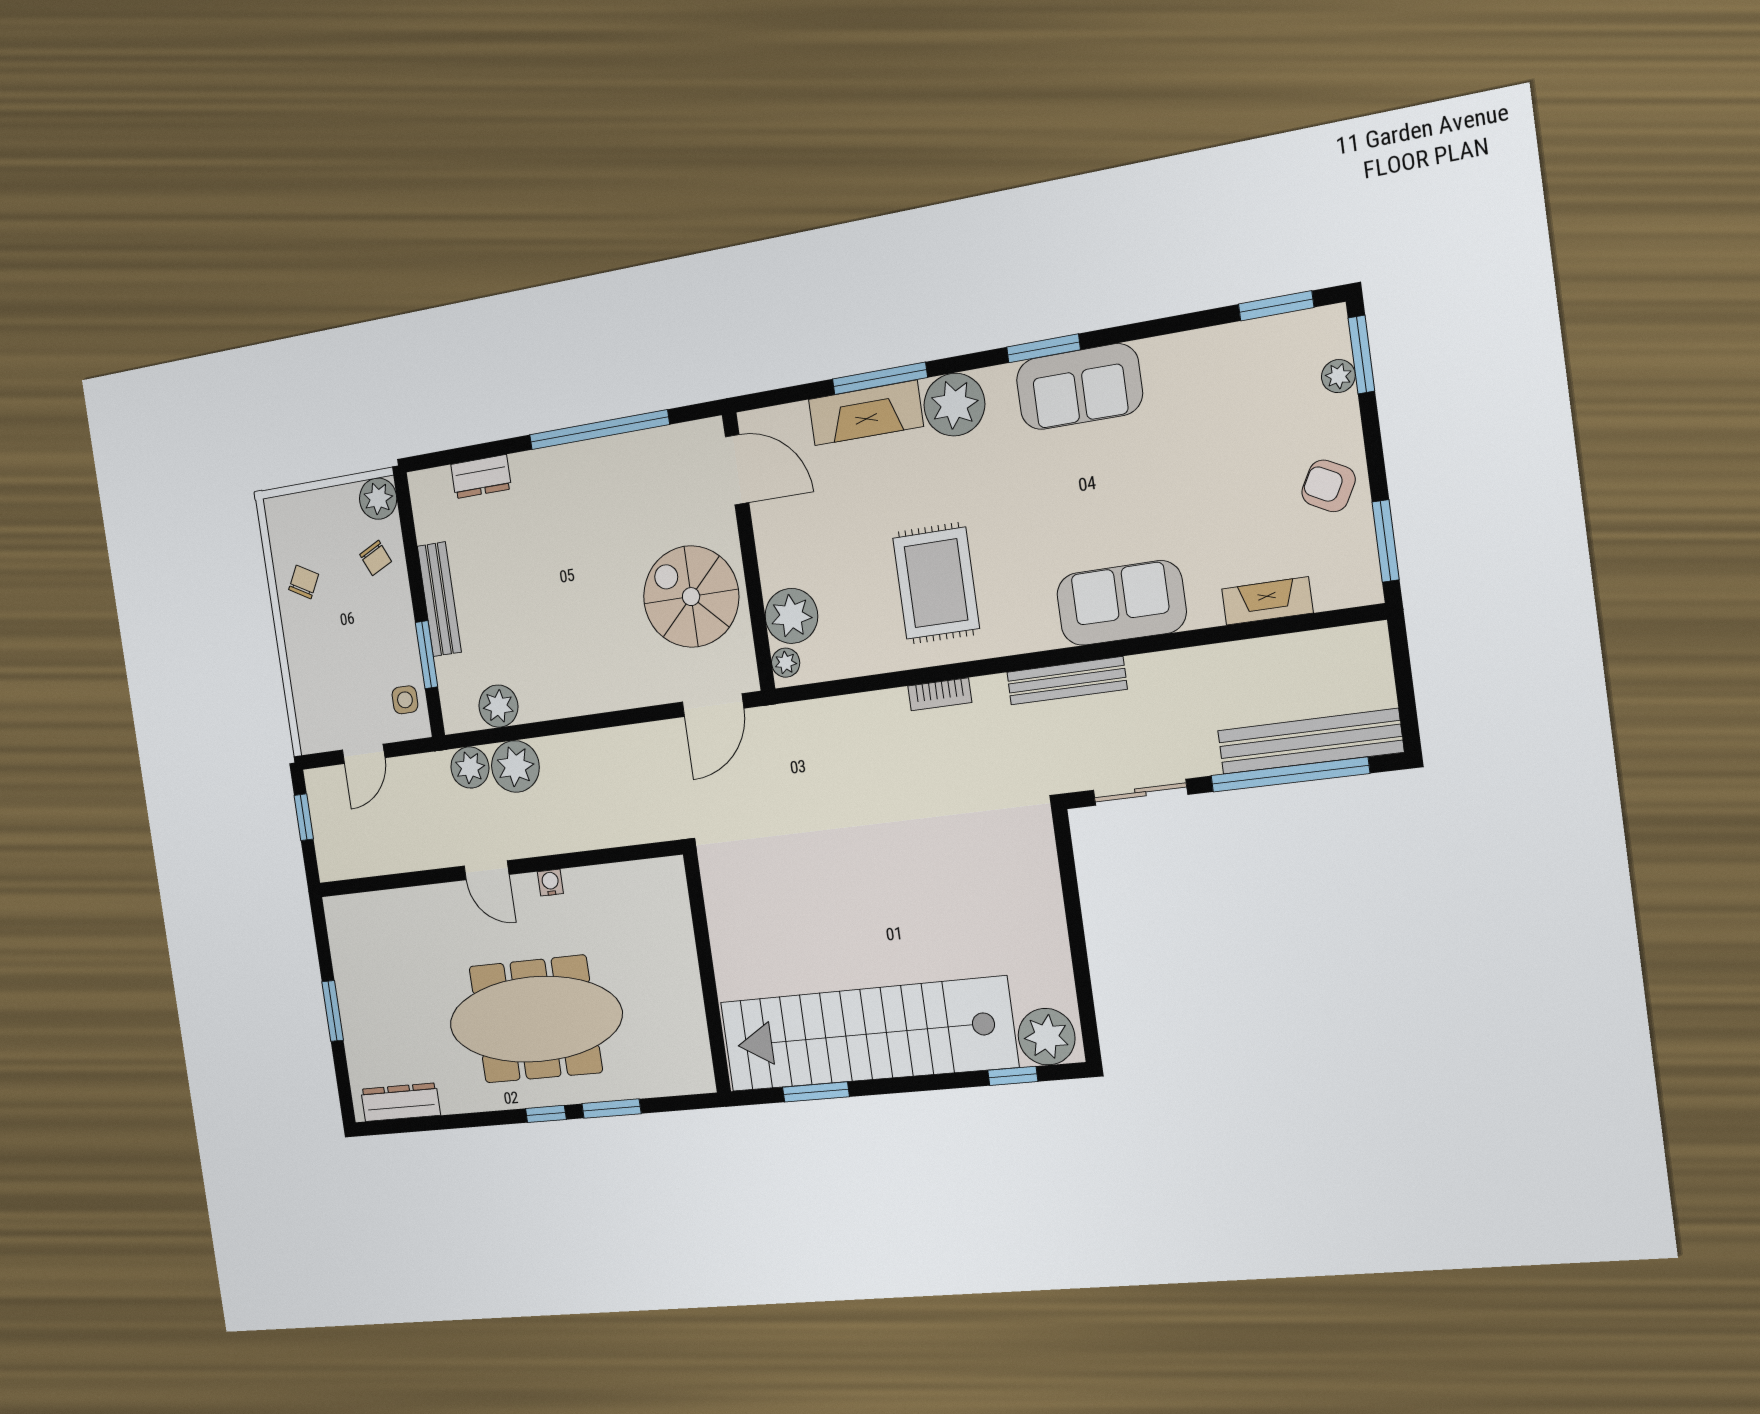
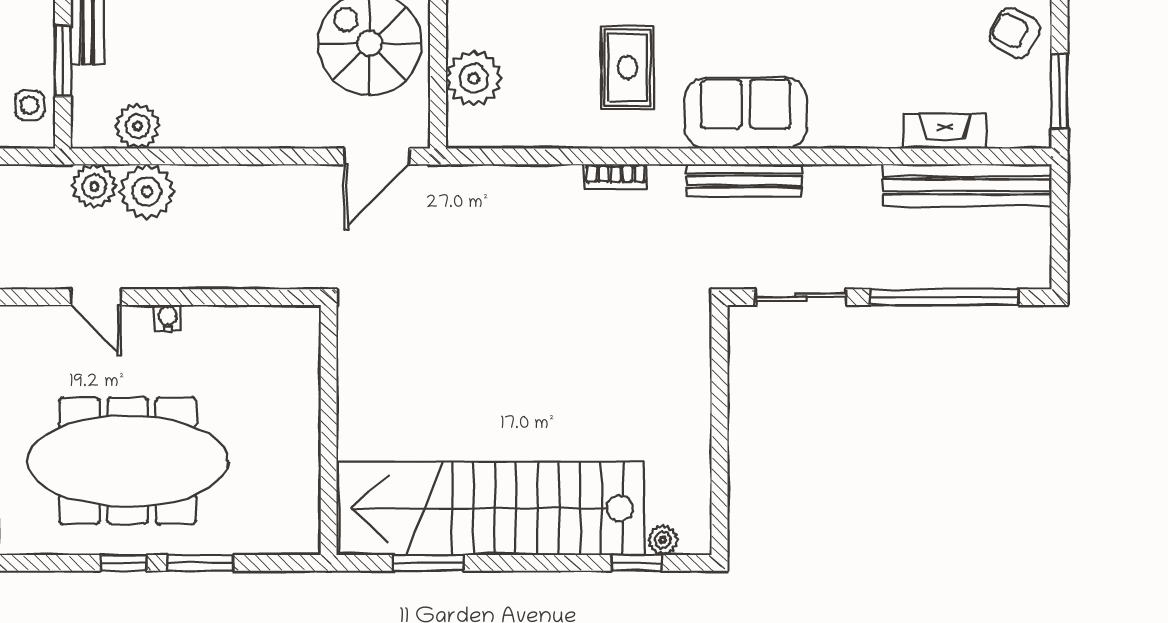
rug: (936, 583) -> (627, 68), width x0.73, depth x0.70
sofa: (1121, 603) -> (746, 113), moved
plant: (786, 663) -> (461, 124), removed
bench: (1310, 741) -> (967, 185), moved
plant: (1047, 1037) -> (663, 540), width x0.53, depth x0.53

